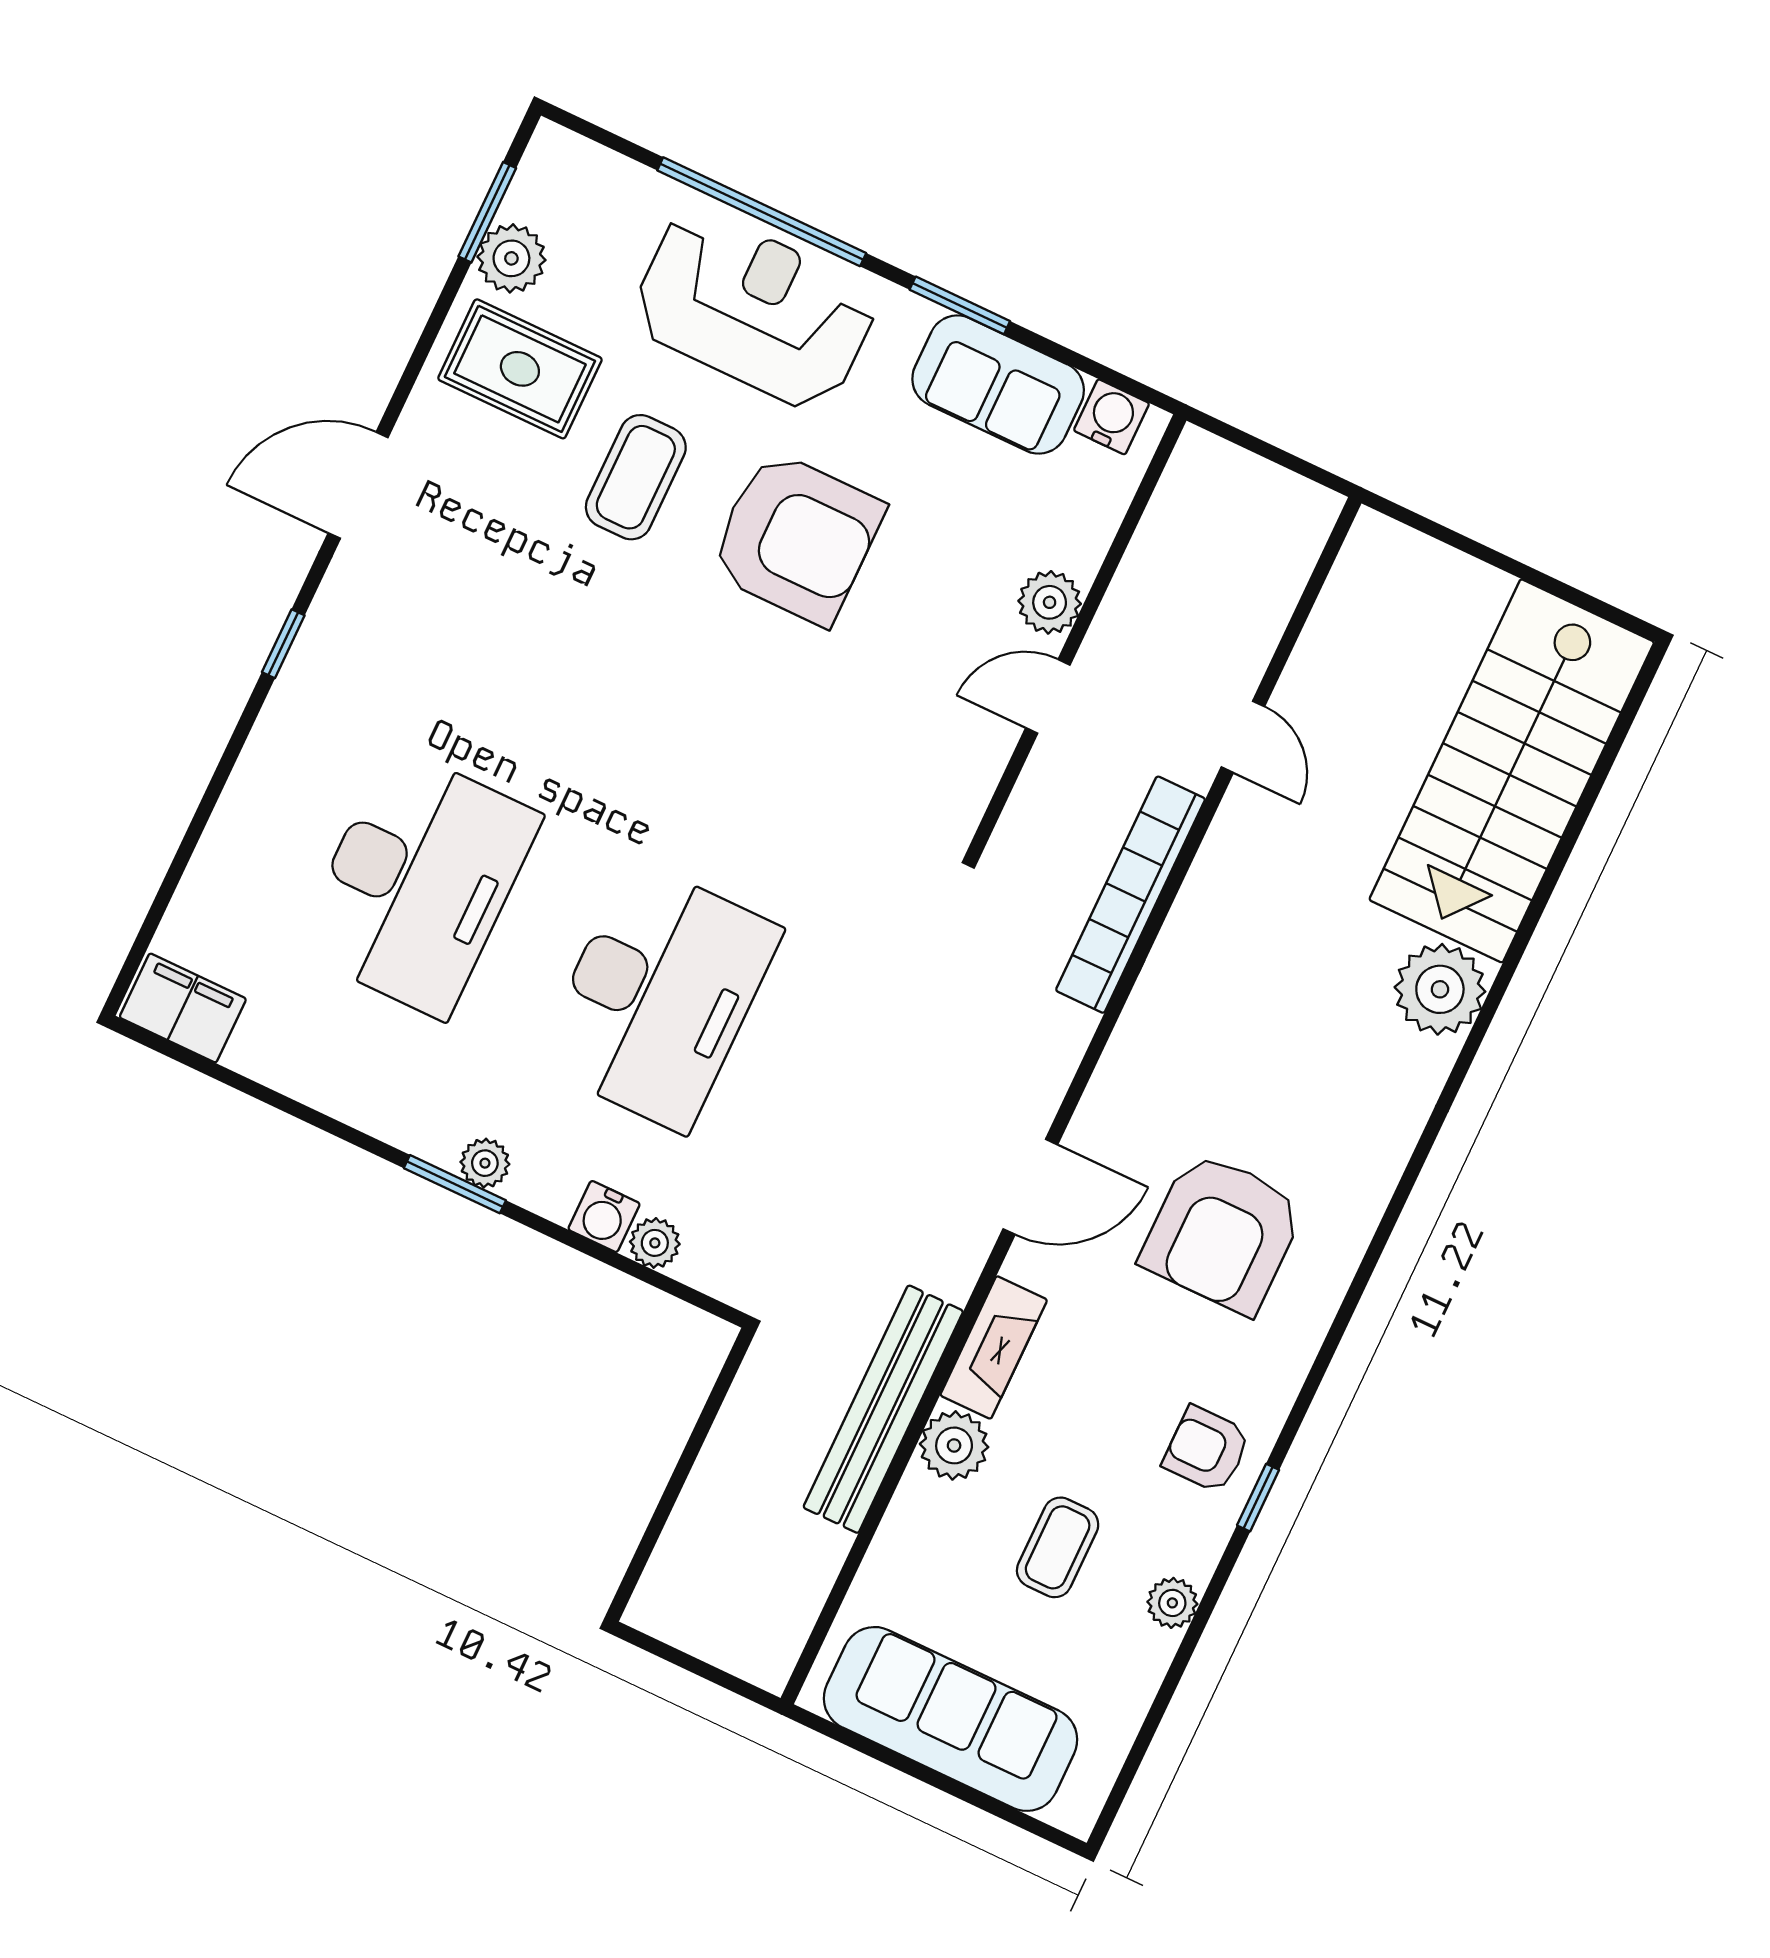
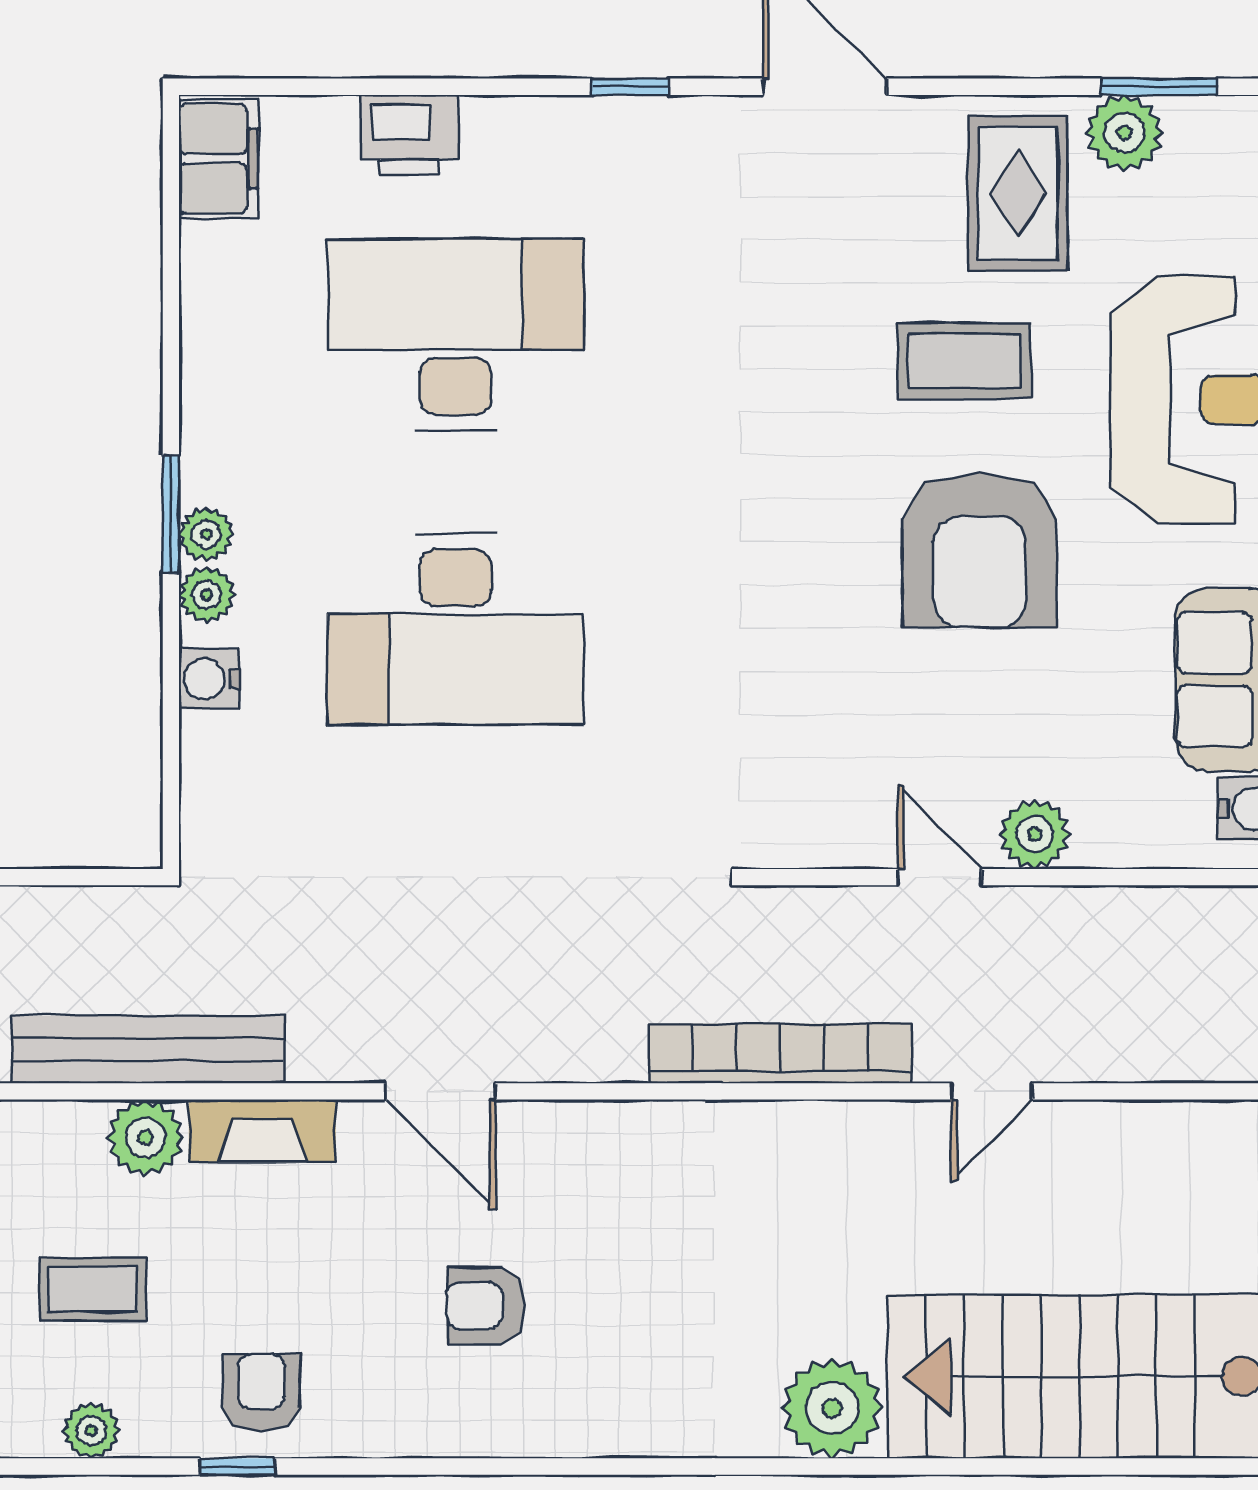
printer: (237, 843) -> (409, 135), added
desk: (418, 882) -> (455, 335), turned 180
armchair: (1222, 1233) -> (485, 1305), width x0.53, depth x0.53
plant: (655, 1243) -> (207, 595), moved

